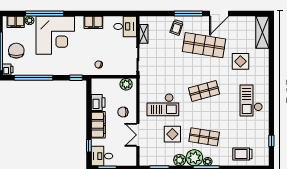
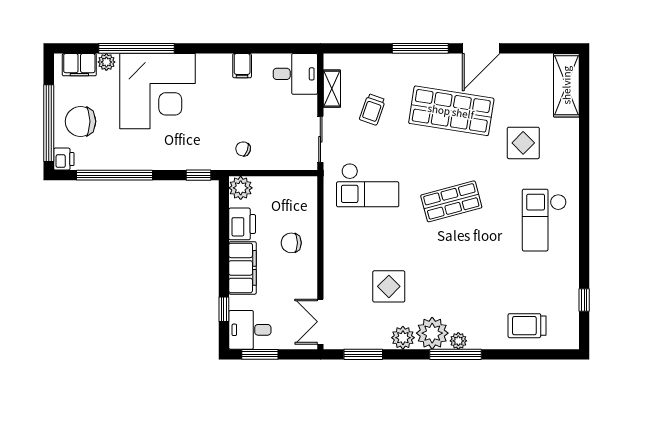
filing cabinet: (93, 22) -> (242, 66), width x0.50
trolley: (177, 27) -> (372, 109), moved
chair: (16, 51) -> (81, 121), turned -90
plant: (126, 84) -> (241, 188), moved
checkout: (163, 105) -> (368, 185), moved
double door: (138, 135) -> (320, 322), moved
shop shelf: (204, 137) -> (451, 292), removed

